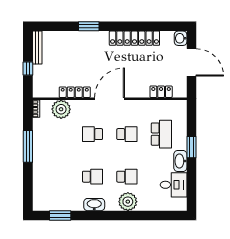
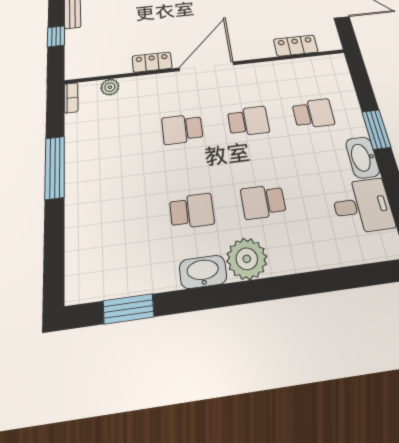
locker: (75, 92) -> (152, 62), width x0.66
plant: (61, 109) -> (110, 87), width x0.53, depth x0.53
school desk: (161, 134) -> (313, 113), width x0.54
school desk: (127, 177) -> (263, 202), turned 180
plant: (128, 202) -> (247, 259), moved

